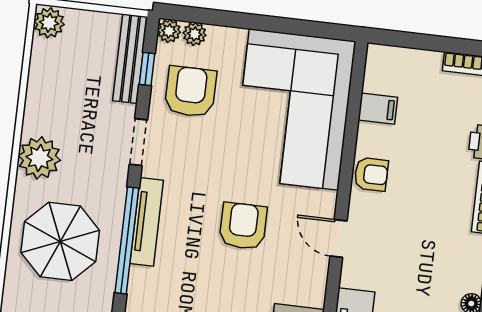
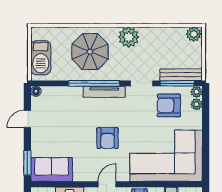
window: (147, 69) -> (177, 83), width x2.17
armchair: (191, 92) -> (169, 105), turned 180
armchair: (243, 226) -> (108, 138), turned 90

